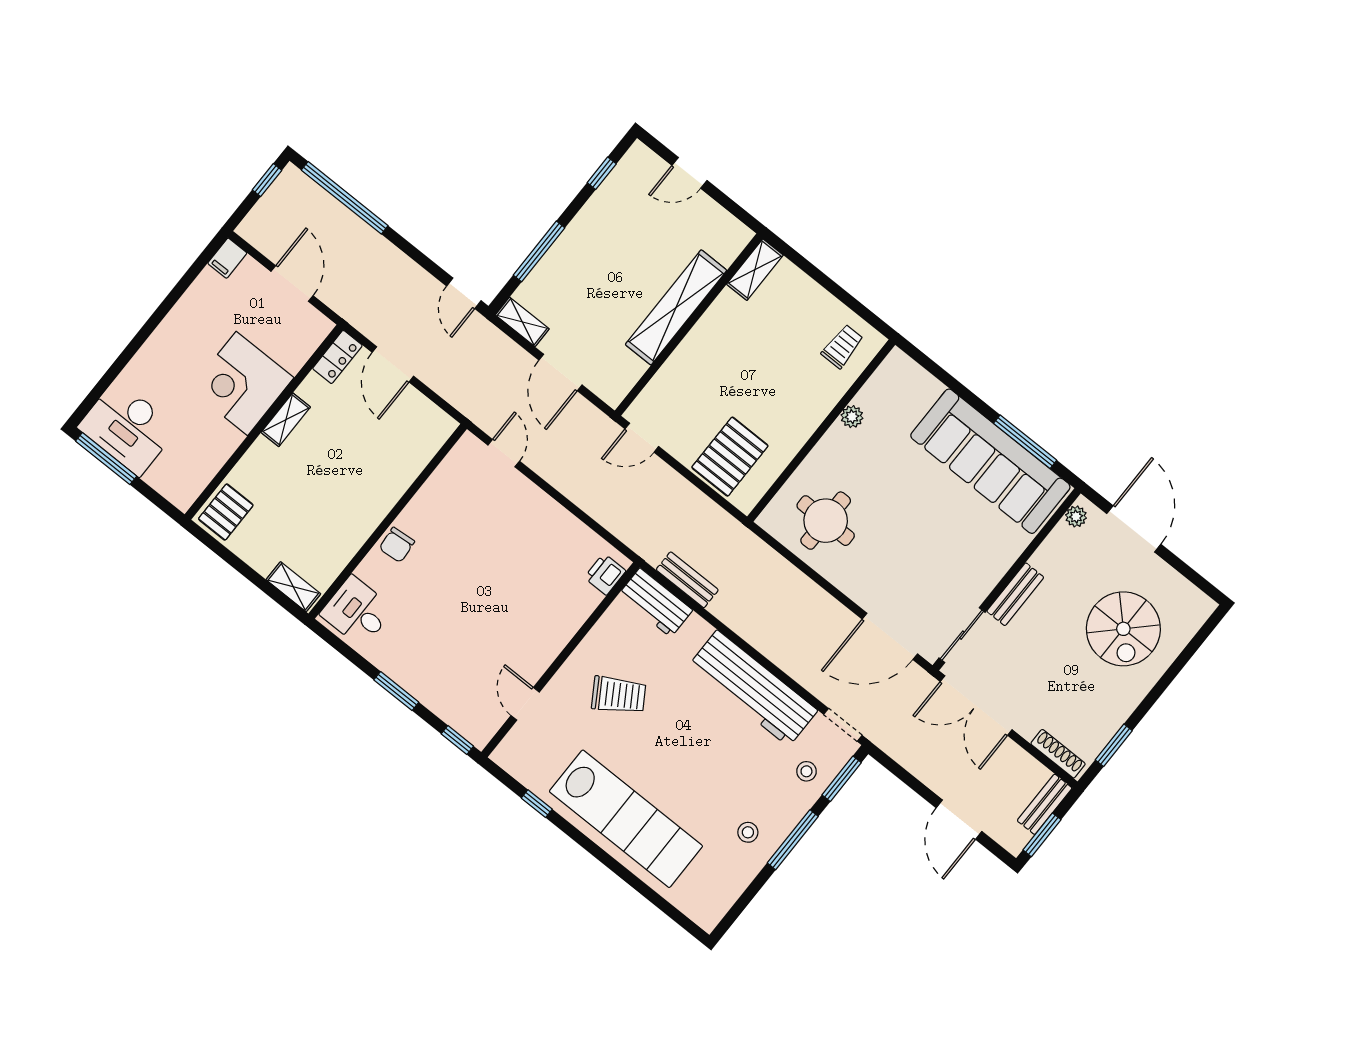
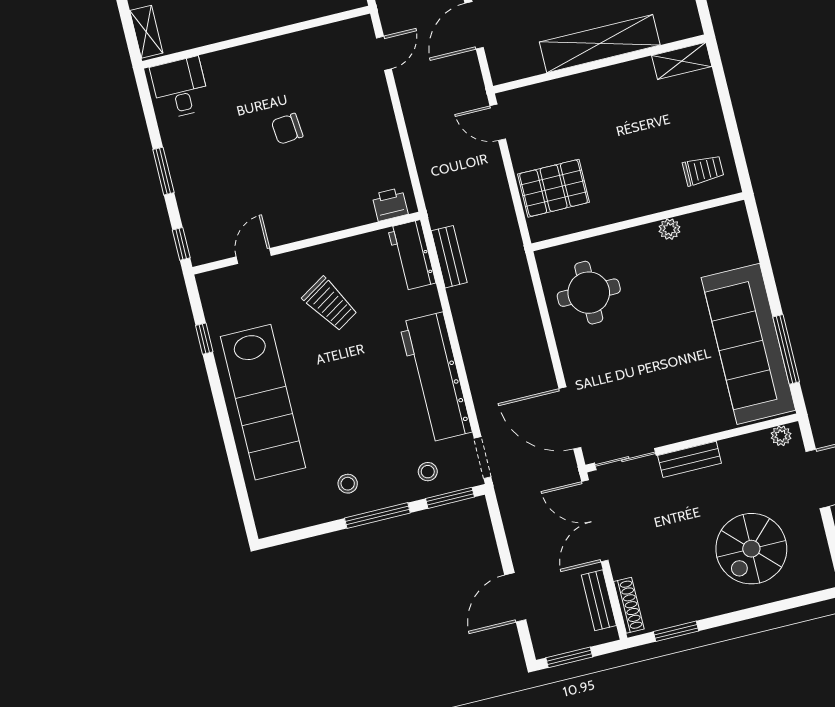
chair: (397, 545) -> (287, 129), moved
bench: (1045, 804) -> (599, 600), moved, turned 90

